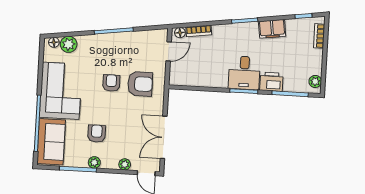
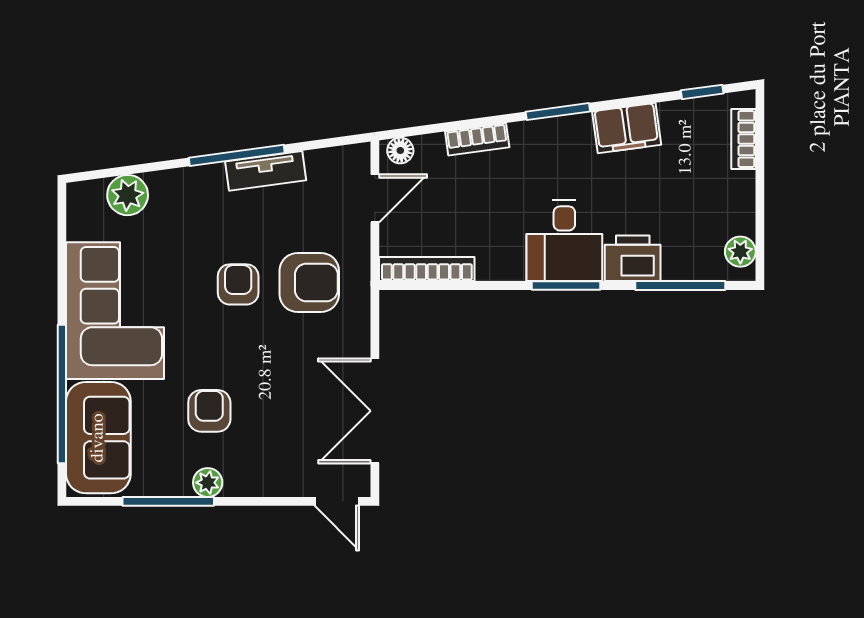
bookcase: (199, 31) -> (477, 139), moved
tv unit: (125, 38) -> (266, 171), added
floor lamp: (54, 42) -> (91, 192), removed
bookcase: (188, 81) -> (427, 269), added
plant: (125, 164) -> (283, 483), removed

